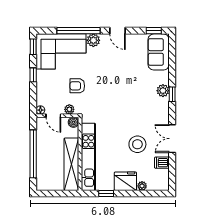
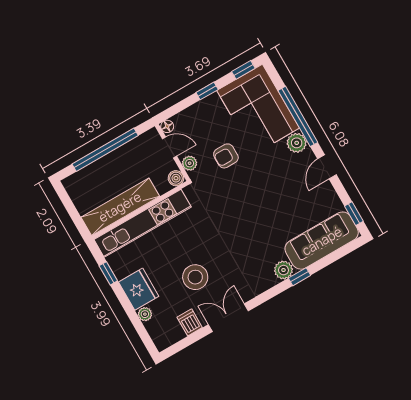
sofa: (159, 52) -> (322, 241), width x1.36
armchair: (77, 86) -> (226, 156), turned -90
window: (172, 94) -> (299, 277), moved
door: (53, 116) -> (169, 147), swing flipped

